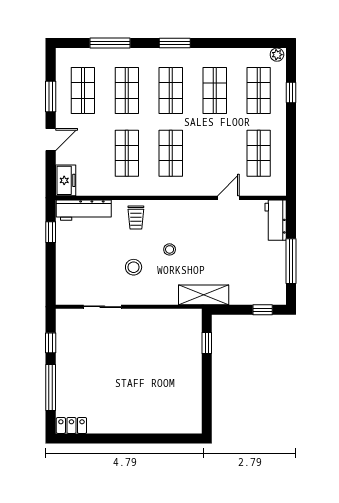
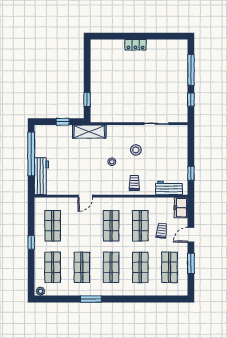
window: (110, 43) -> (151, 299), removed
window: (175, 43) -> (91, 299), moved
window: (291, 93) -> (31, 242), moved
trolley: (95, 146) -> (162, 231), added
door: (228, 198) -> (85, 196), moved
workbench: (84, 210) -> (169, 188), width x0.73
workbench: (276, 220) -> (41, 176), width x1.37
window: (291, 261) -> (31, 154), width x1.46
window: (263, 310) -> (63, 122), moved
locker: (71, 425) -> (136, 45), moved

